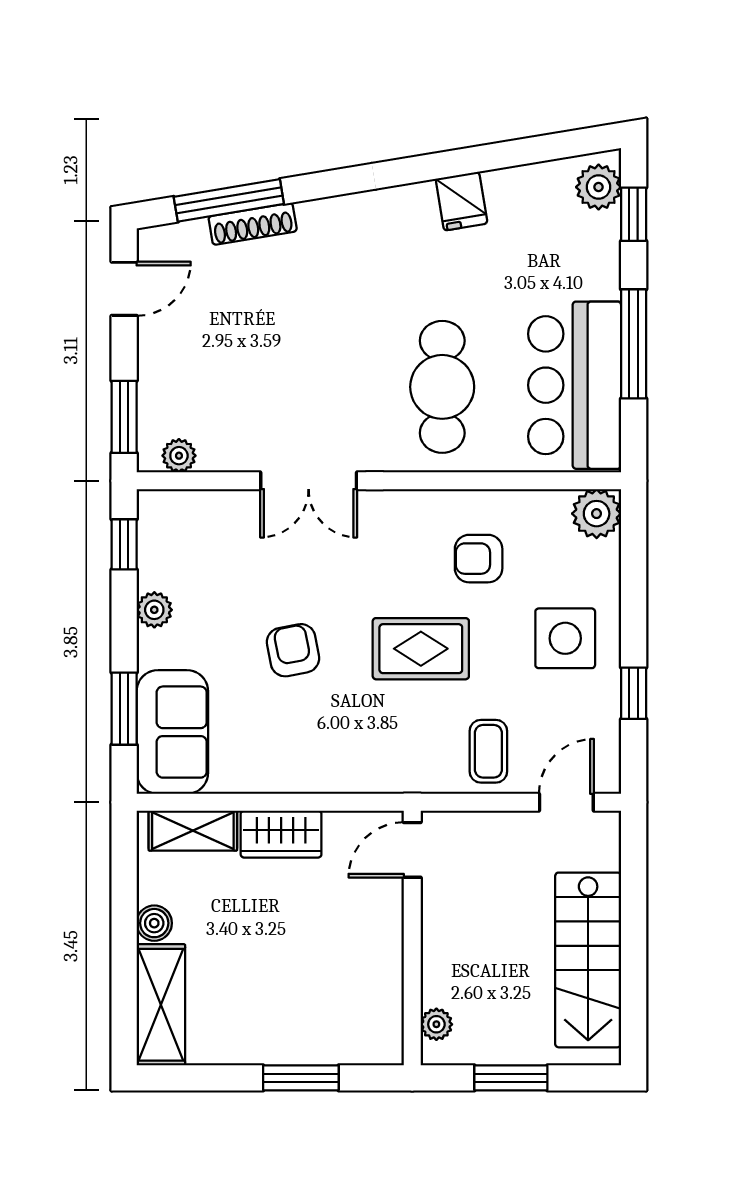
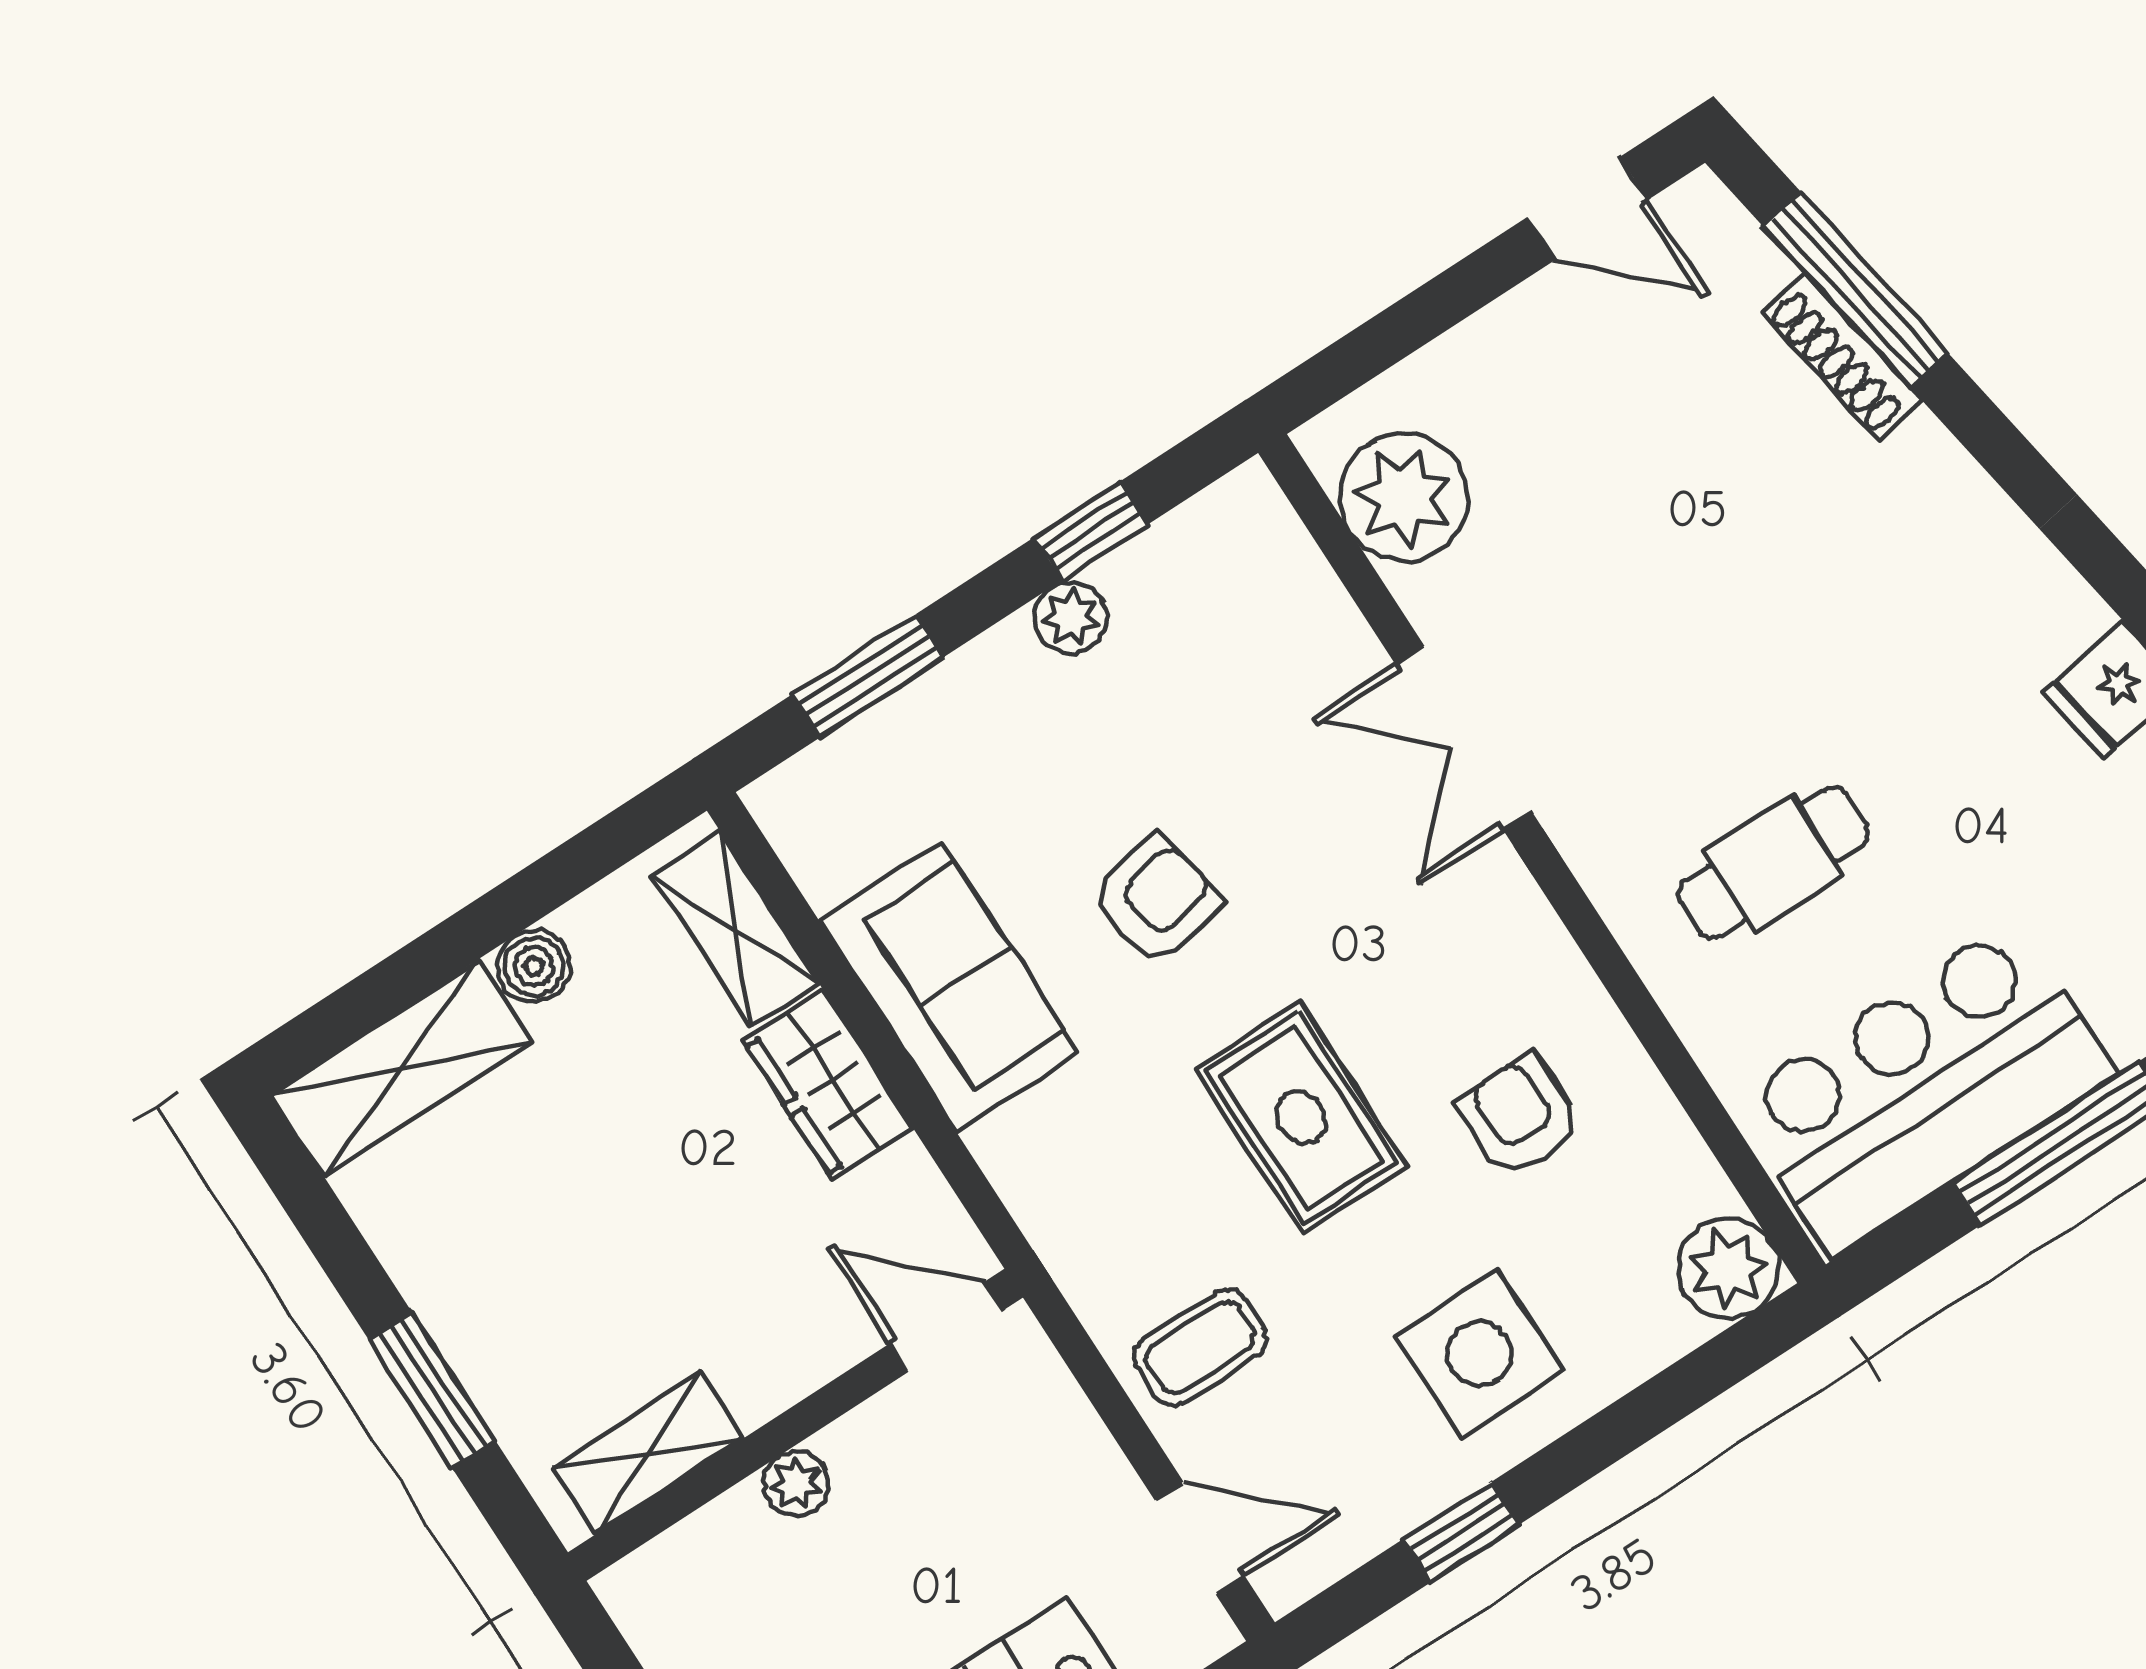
cafe table: (442, 387) -> (1773, 863), width x0.73, depth x0.74
window: (124, 417) -> (1368, 351), removed
plant: (179, 456) -> (1404, 497), width x1.88, depth x1.88
window: (124, 544) -> (1091, 531), moved
sofa: (172, 732) -> (949, 986), moved, turned -90
shelving: (384, 1006) -> (647, 1453), added
plant: (436, 1024) -> (796, 1483), moved

